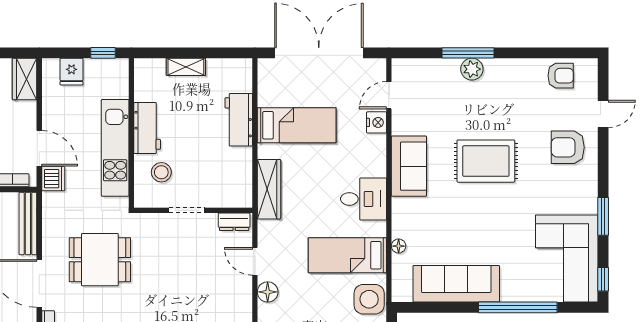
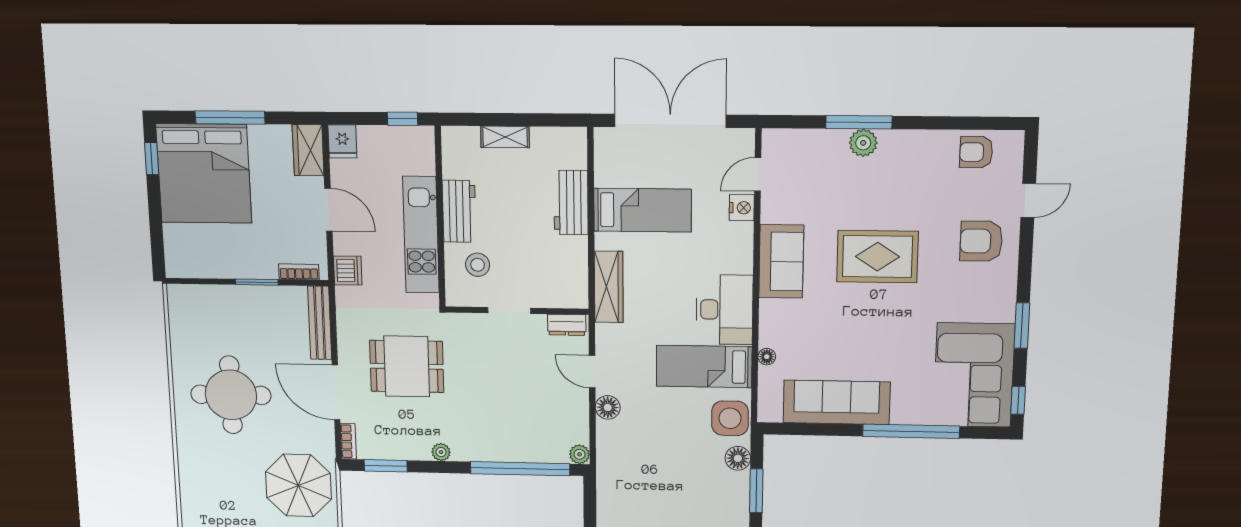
fridge: (72, 72) -> (342, 141), moved
armchair: (561, 76) -> (976, 152), turned 180
door: (39, 148) -> (328, 210), moved
desk: (364, 199) -> (724, 310), width x1.37

